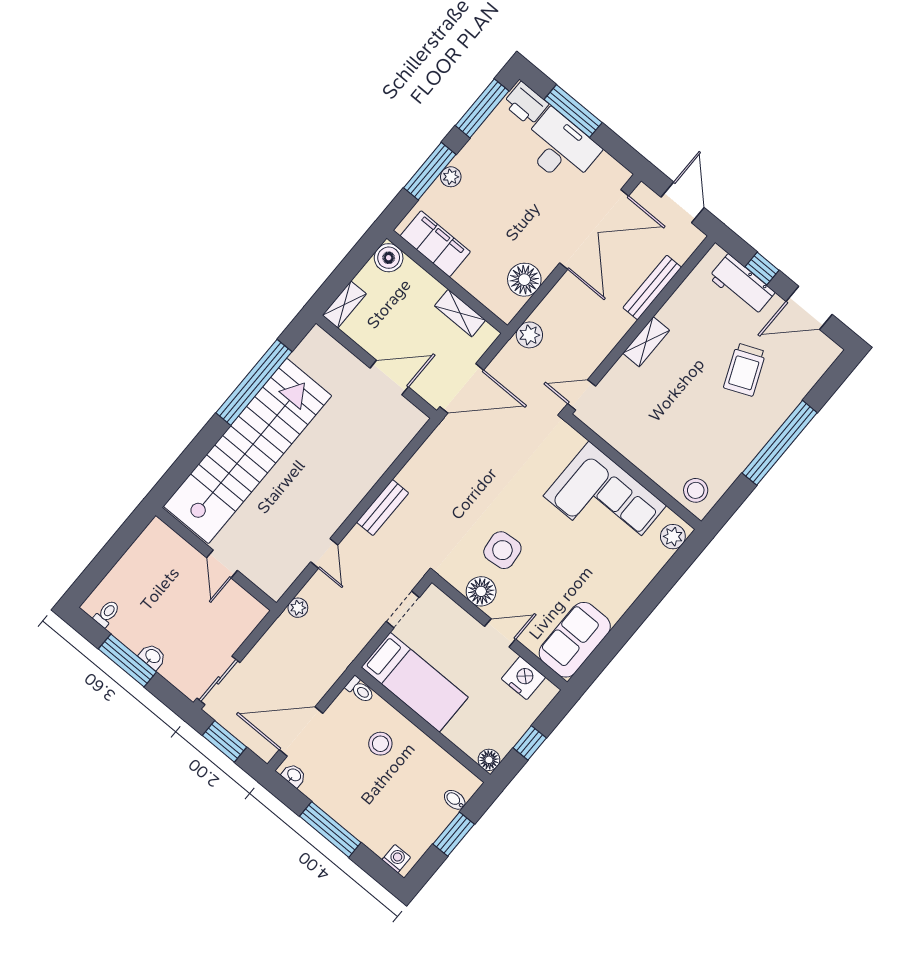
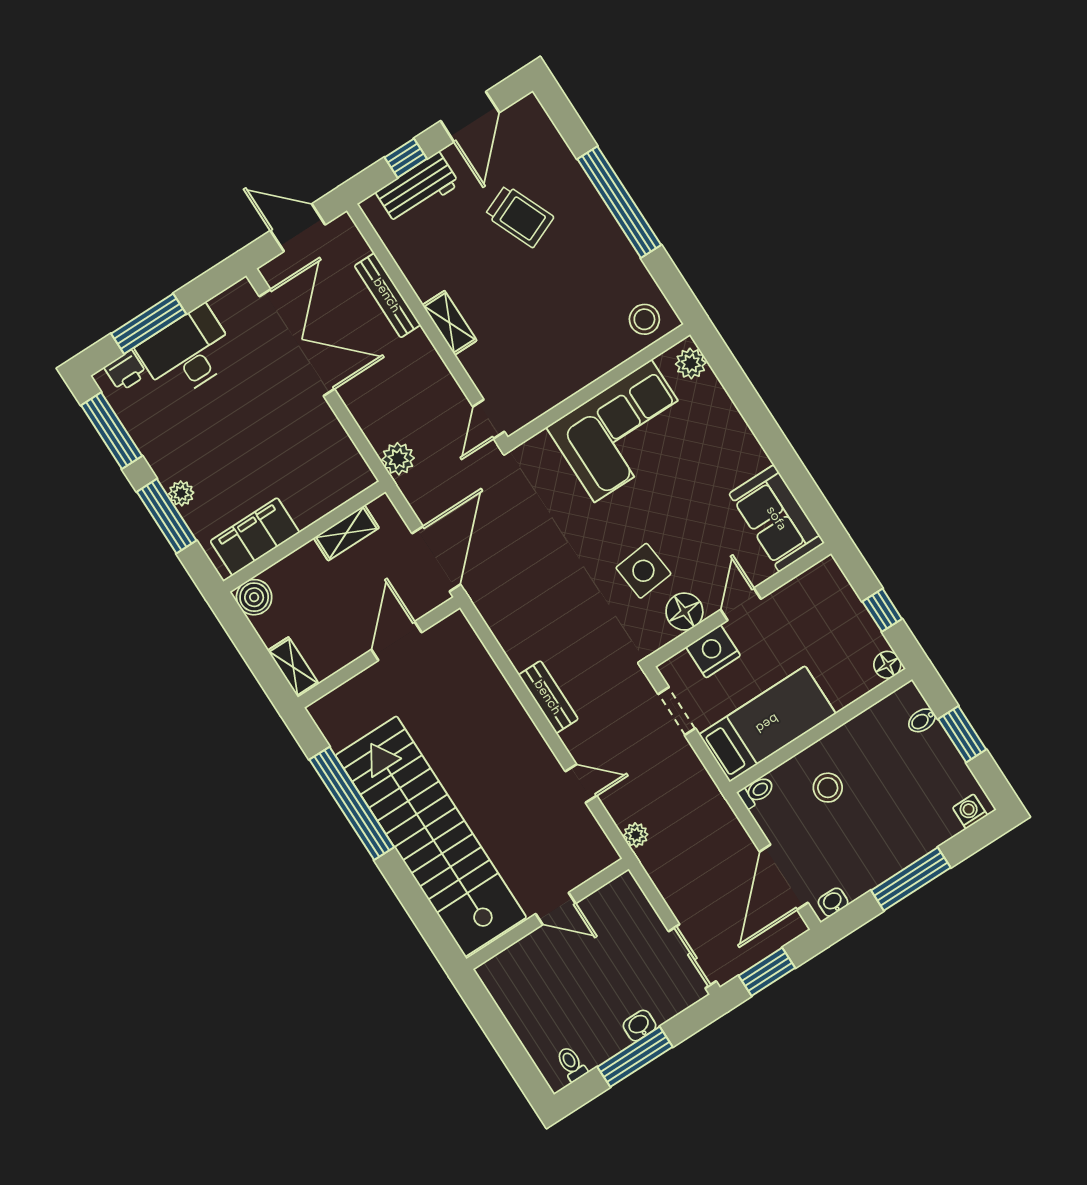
printer: (526, 104) -> (126, 371), width x0.73, depth x0.81
floor lamp: (524, 280) -> (331, 444), removed
nightstand: (523, 678) -> (713, 651), moved

